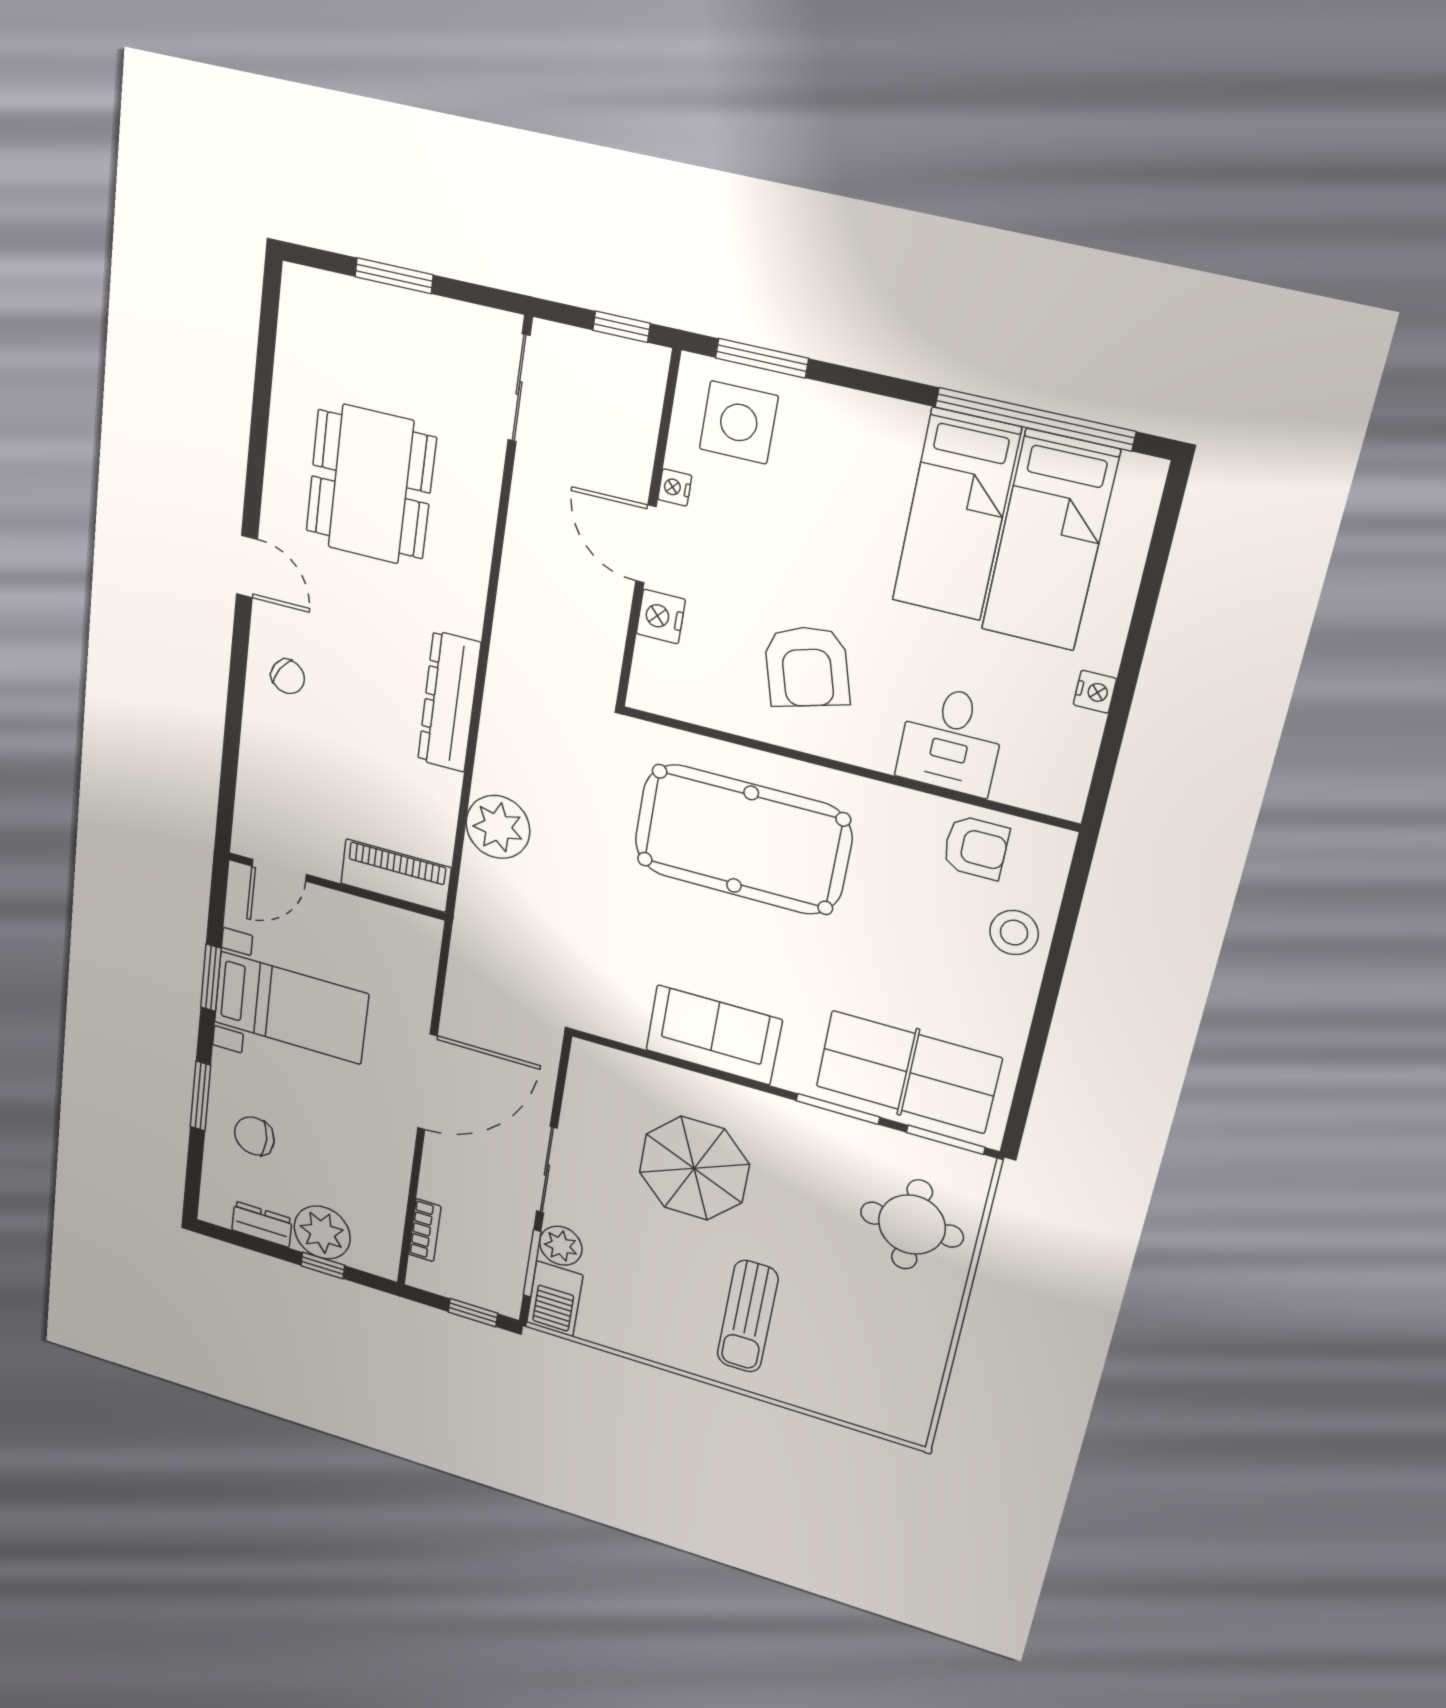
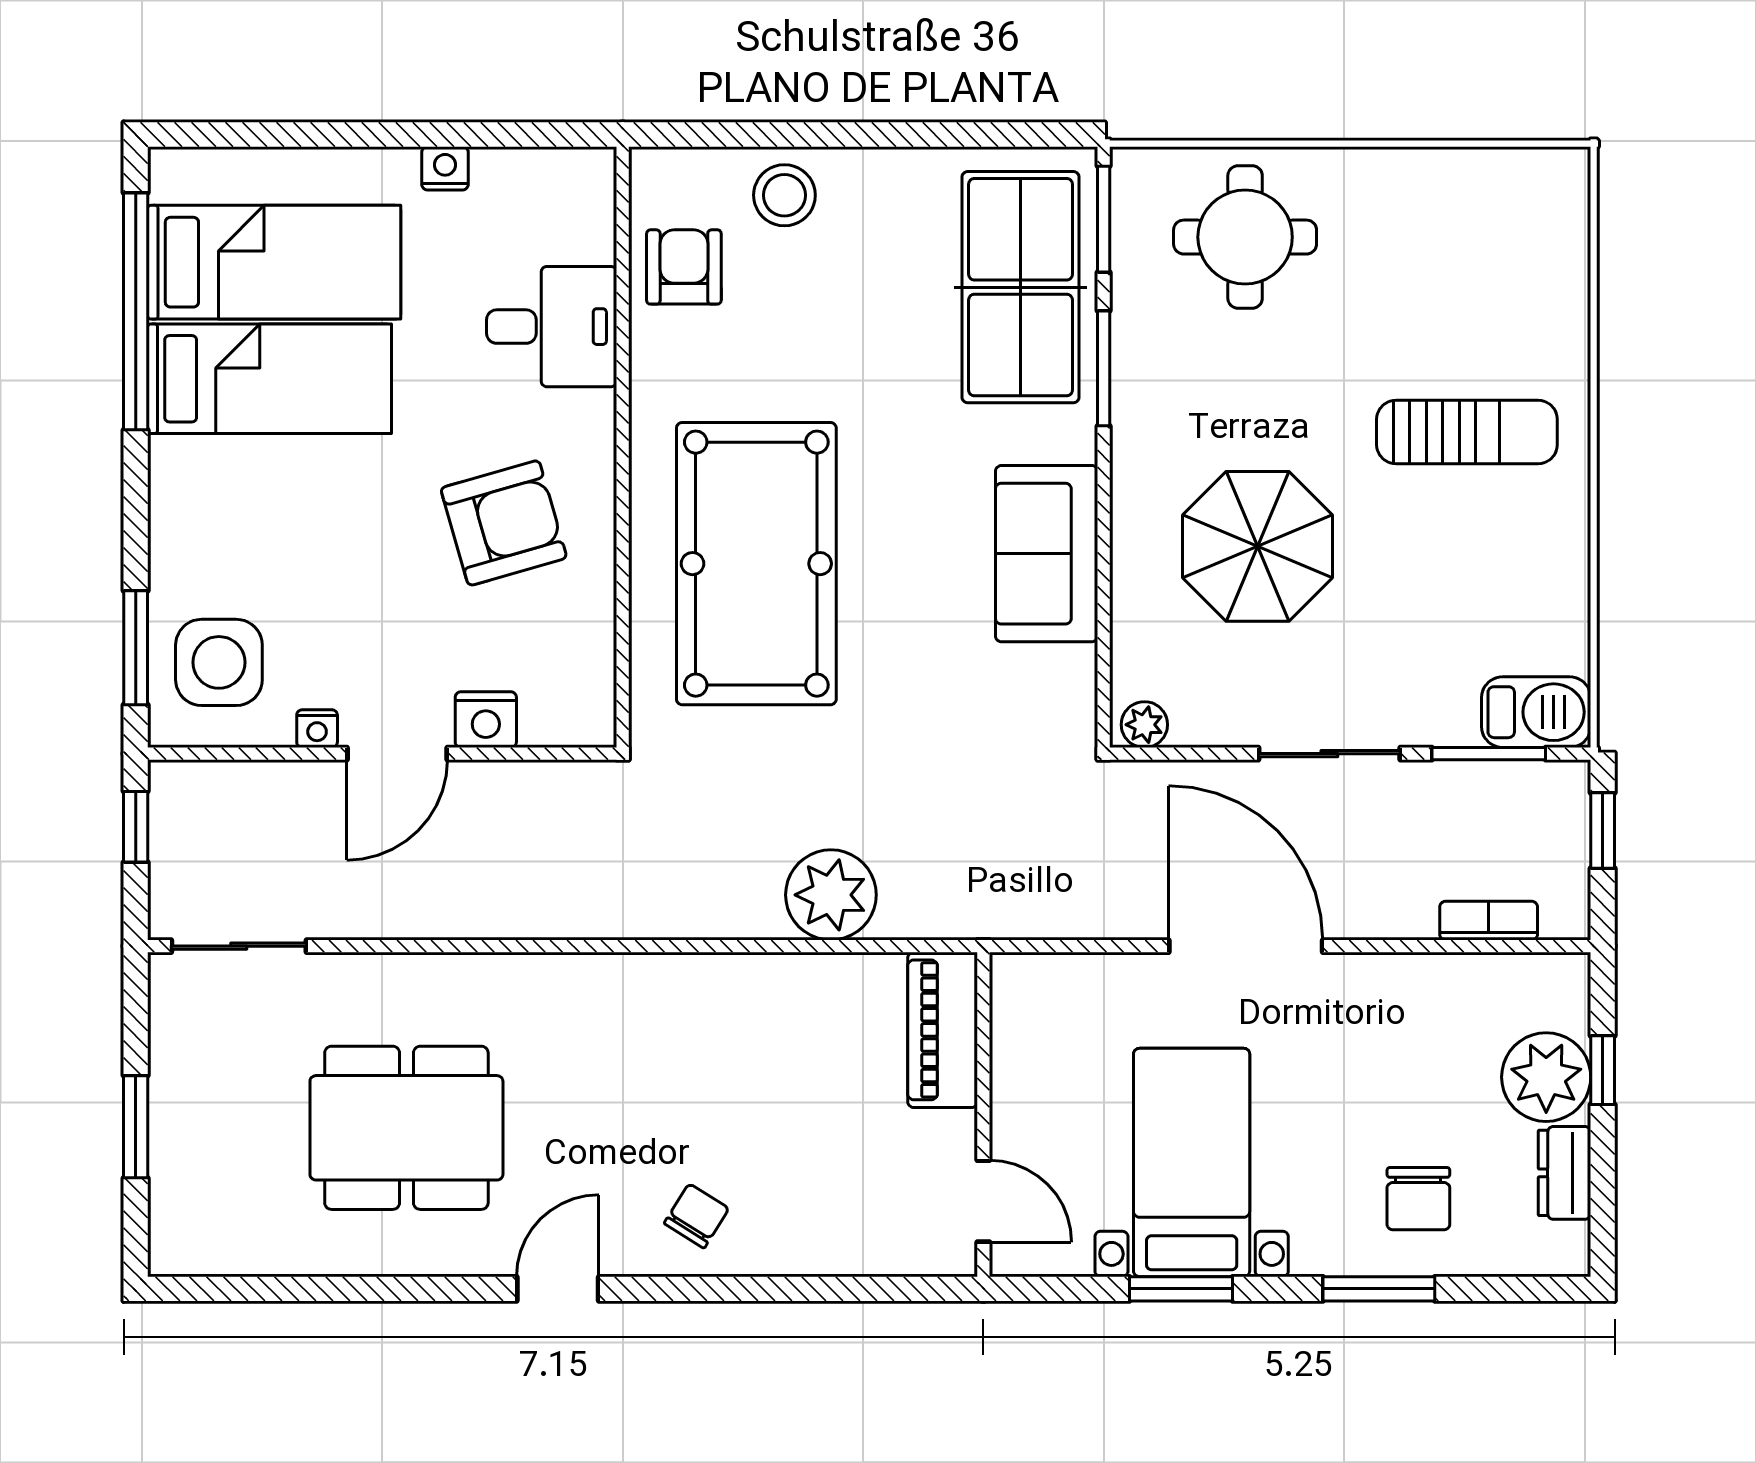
dresser: (449, 702) -> (673, 985), removed
plant: (561, 1246) -> (1144, 725), moved, width x0.73, depth x0.73

